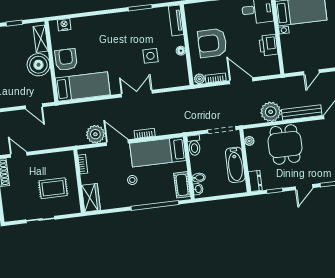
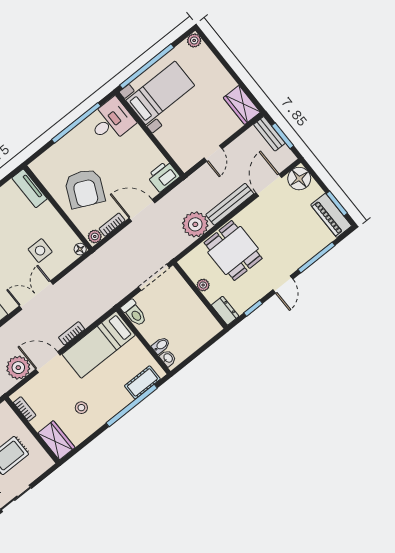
armchair: (212, 43) -> (85, 188), turned -65
printer: (268, 45) -> (163, 176), moved, turned 90
floor lamp: (181, 51) -> (80, 249), moved
side table: (150, 56) -> (40, 251), moved
plant: (249, 141) -> (203, 285), moved
bathtub: (235, 165) -> (192, 307), removed
stool: (132, 180) -> (81, 408), moved
cot: (182, 185) -> (142, 382), moved, turned 90

